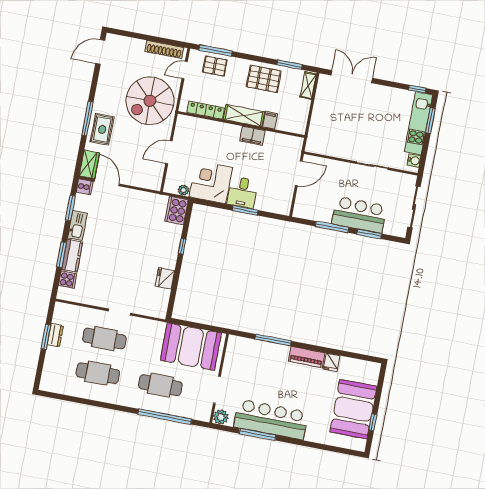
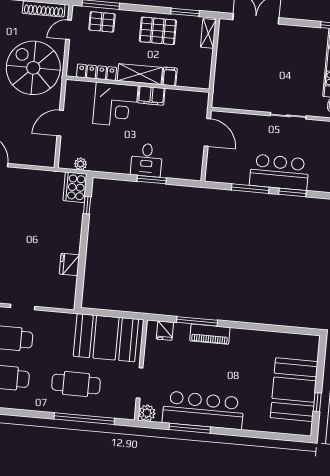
spiral stairs: (150, 101) -> (33, 68), turned 90
door: (299, 173) -> (207, 132), hinge flipped
corner desk: (211, 182) -> (115, 105), moved, turned 180
window: (182, 246) -> (87, 205), moved
piano: (307, 357) -> (210, 334), moved
fridge: (331, 362) -> (165, 331), moved

